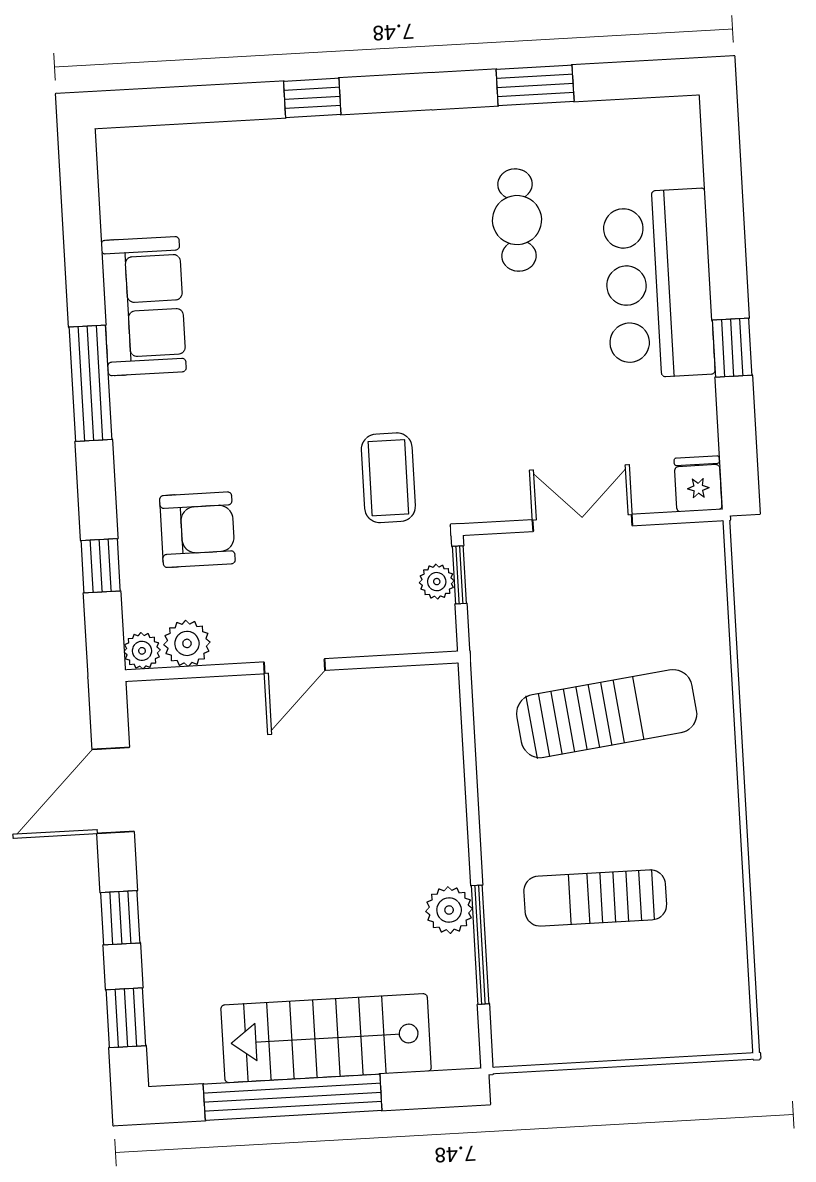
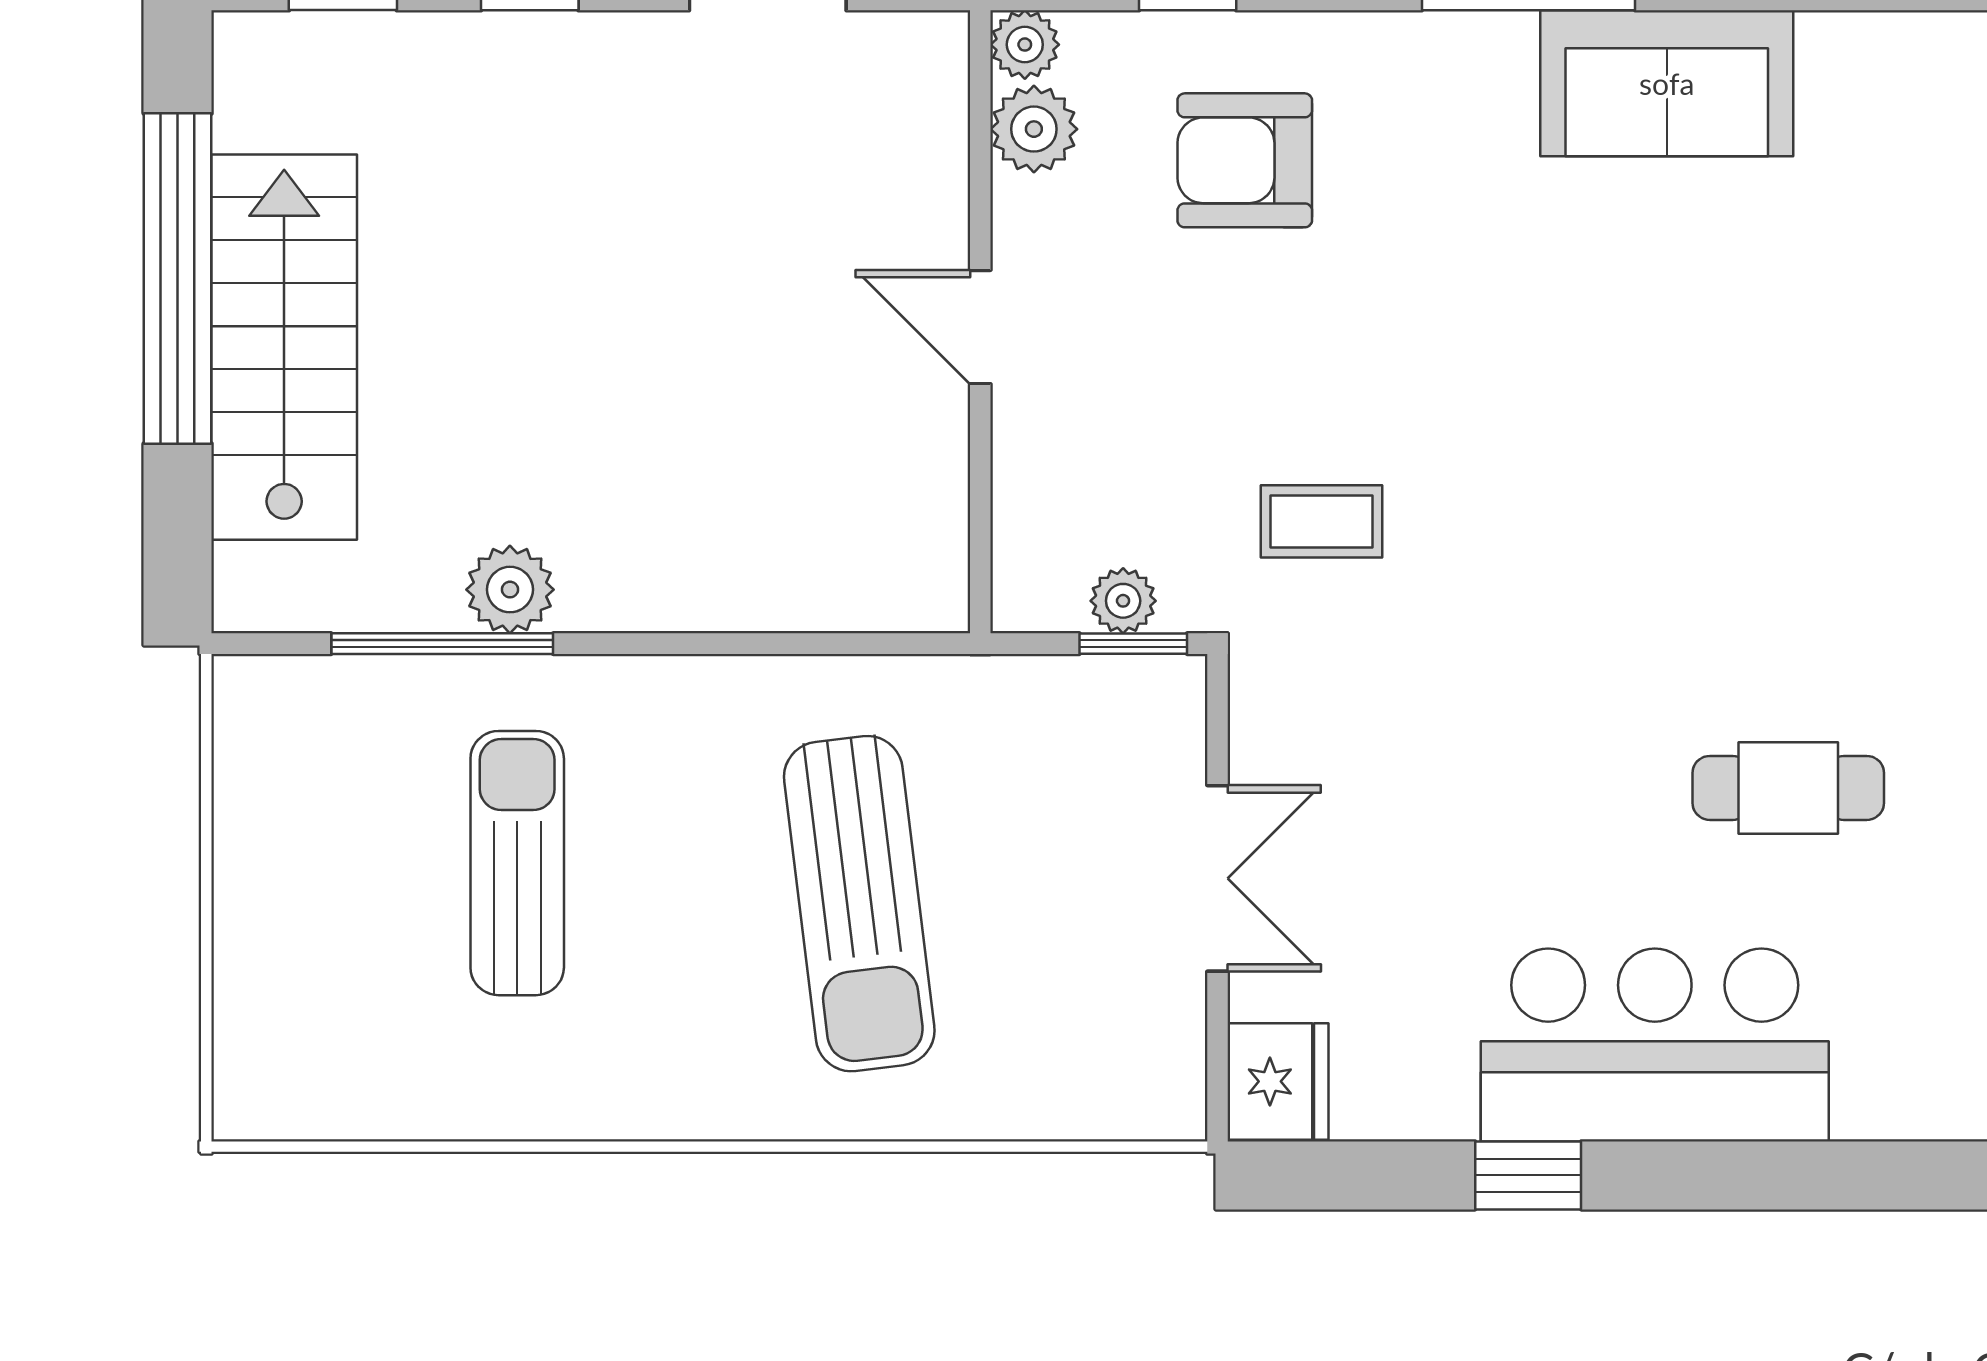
coffee table: (388, 478) -> (1321, 521), width x0.73, depth x0.77
fridge: (698, 484) -> (1278, 1081), width x1.38
armchair: (197, 530) -> (1245, 160), turned 90

